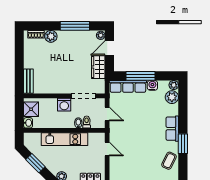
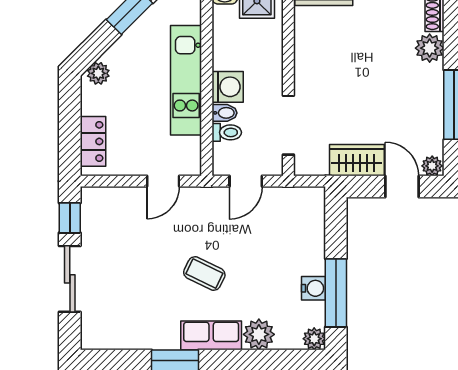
window: (141, 76) -> (336, 293), moved
row of seats: (128, 86) -> (311, 230), removed
plant: (172, 97) -> (259, 334), moved
washing machine: (64, 105) -> (228, 87), moved, turned 180
coffee table: (169, 161) -> (204, 274), moved

